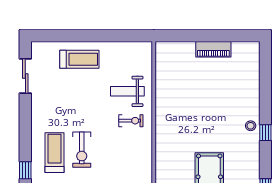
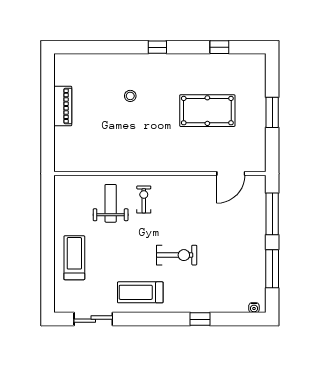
weight bench: (127, 91) -> (111, 203), turned 180
stool: (251, 126) -> (130, 96), moved
treadmill: (54, 153) -> (140, 292), moved

